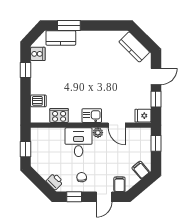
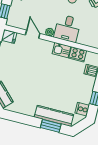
kitchen counter: (61, 38) -> (54, 116), width x1.50
kitchen sink: (92, 116) -> (61, 50), moved

